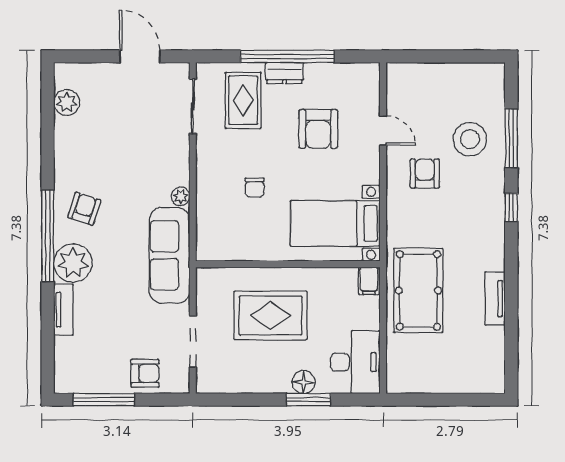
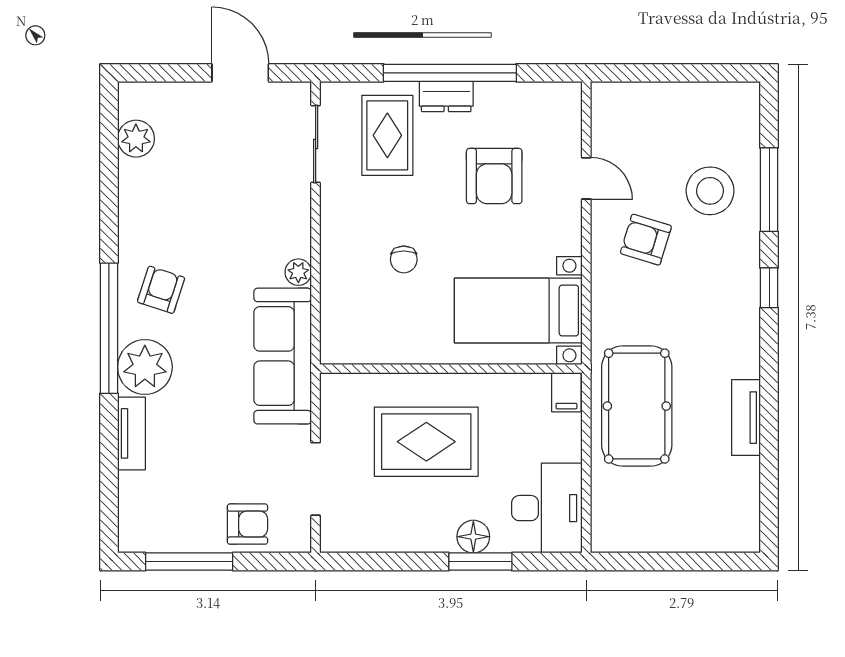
armchair: (425, 174) -> (646, 240), turned -73

